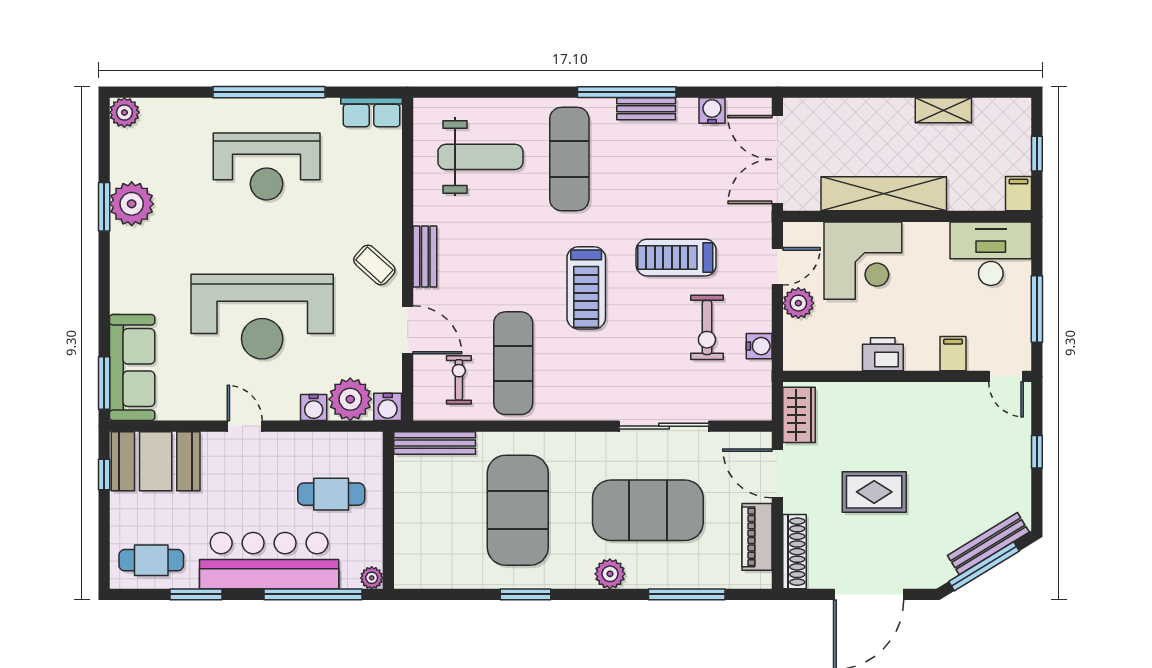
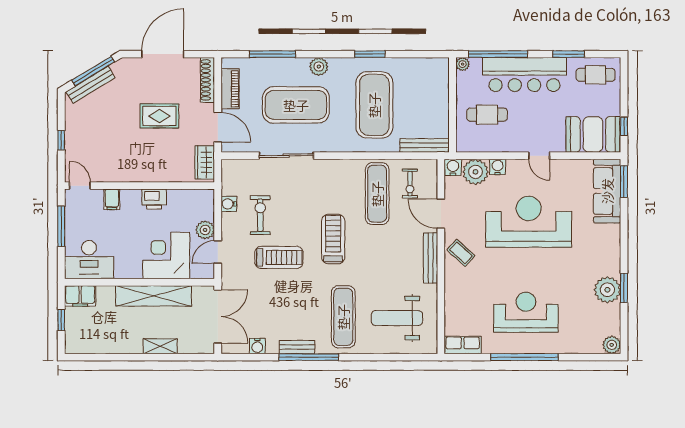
shelving: (943, 110) -> (160, 346), moved
filing cabinet: (1018, 194) -> (80, 296), width x2.00
bench: (425, 256) -> (430, 258), width x1.36

